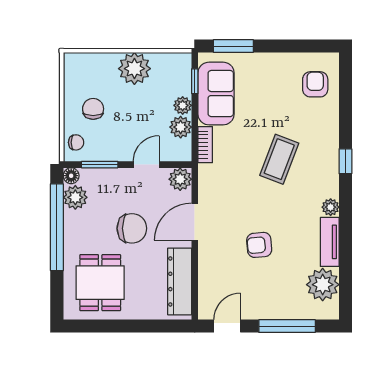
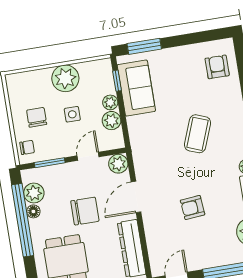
side table: (136, 112) -> (72, 114), added
bookcase: (205, 145) -> (134, 132), removed
floor lamp: (71, 176) -> (33, 211), moved

